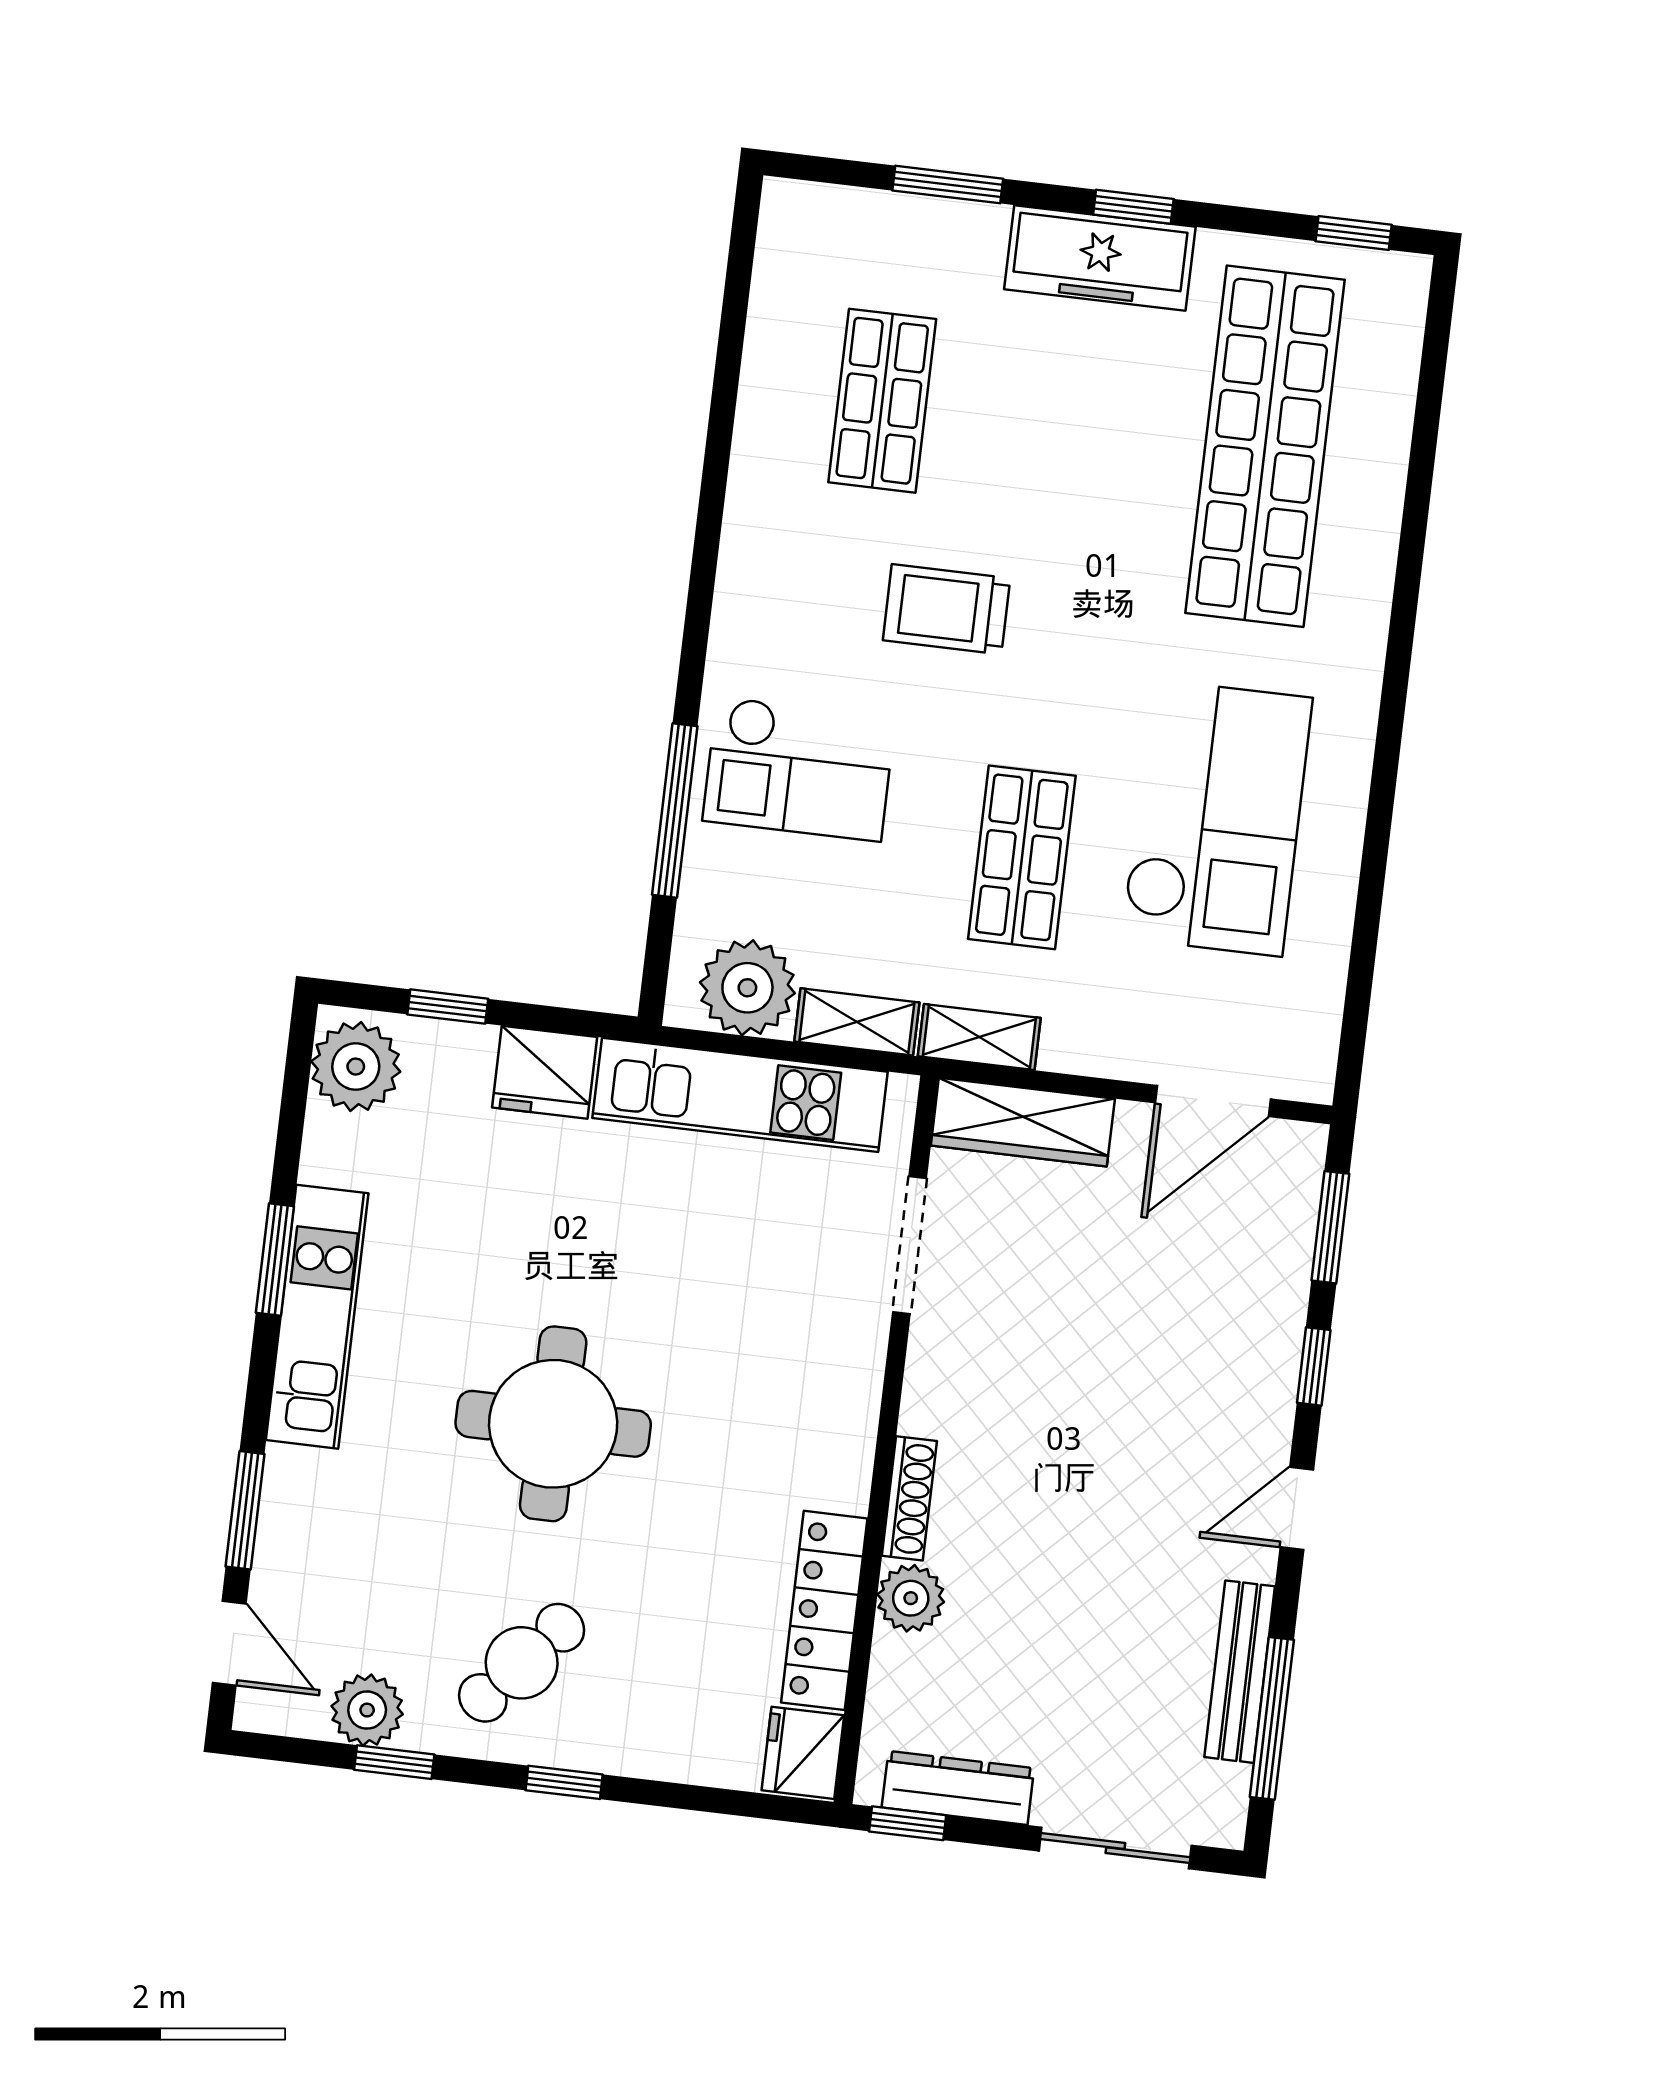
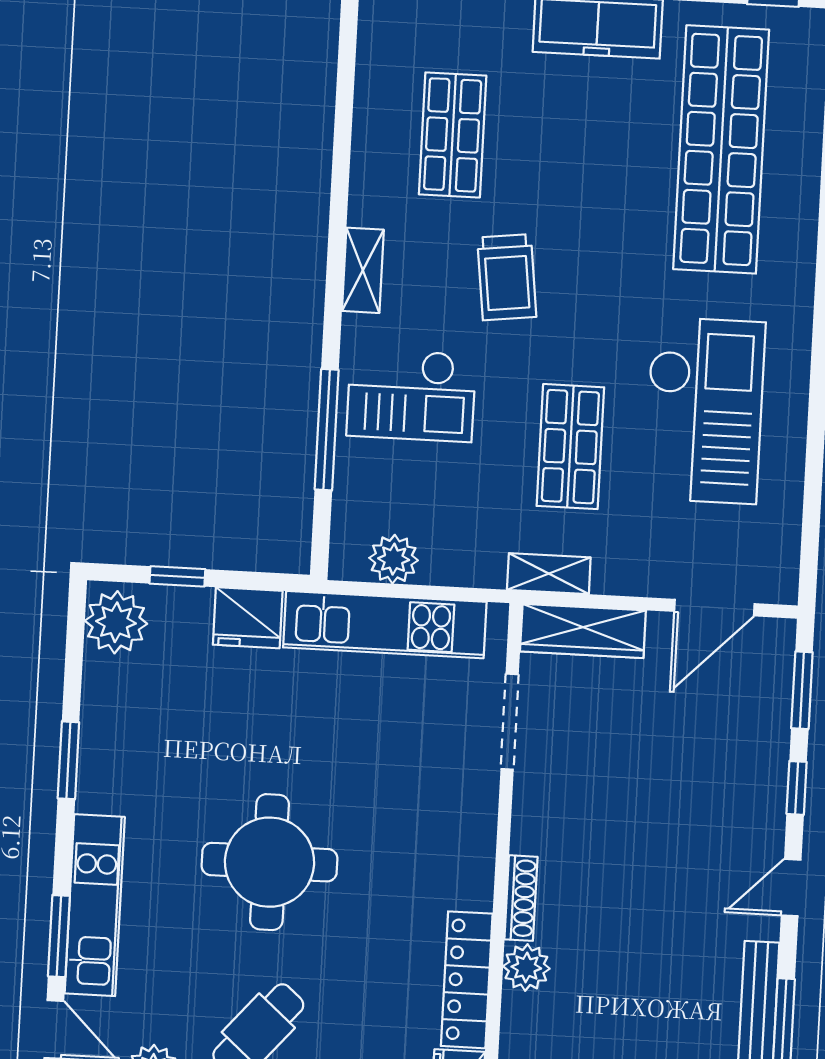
trolley: (947, 609) -> (507, 277), turned -97
plant: (747, 988) -> (394, 559), width x0.73, depth x0.73
shelving: (857, 1022) -> (363, 270), moved, turned 90
kitchen unit: (317, 1317) -> (95, 905), moved

